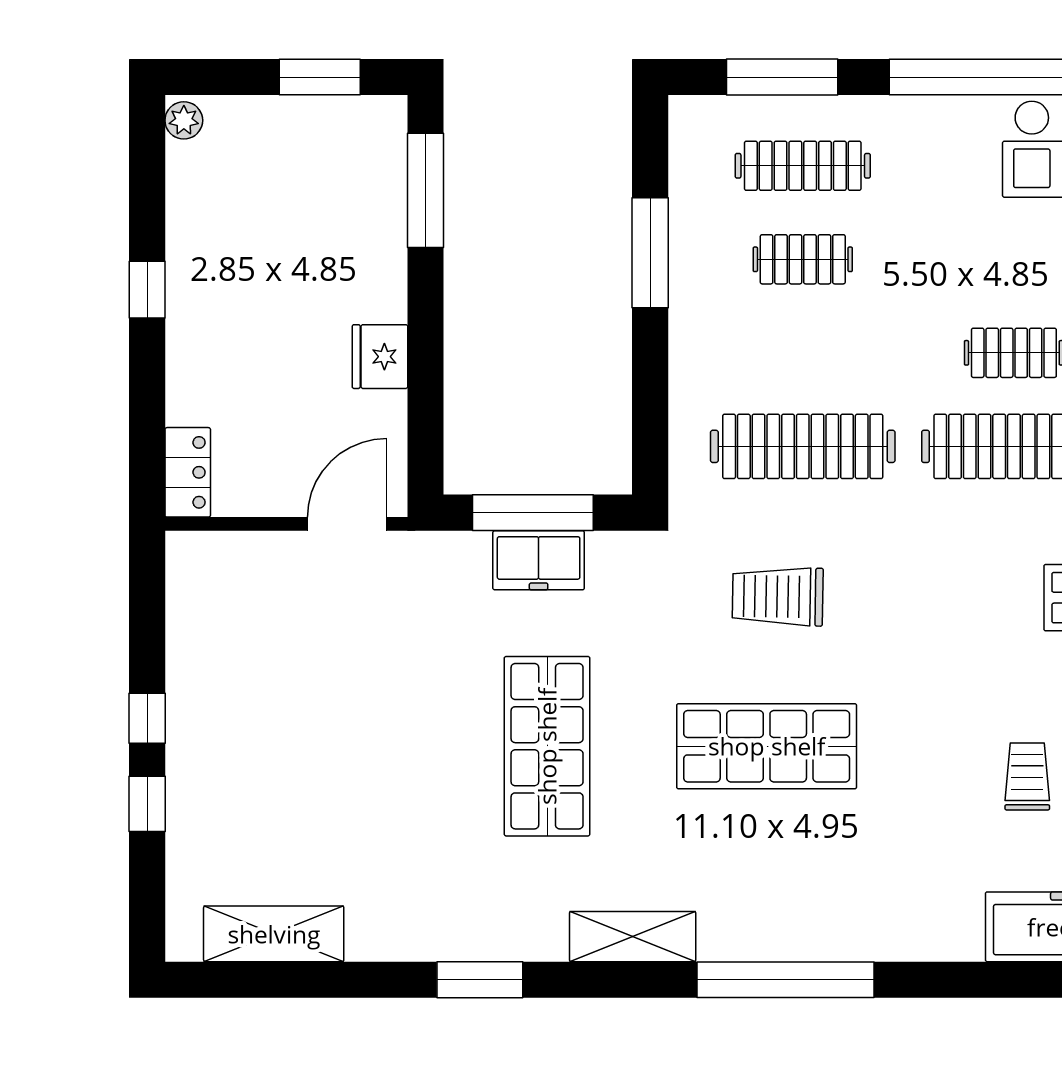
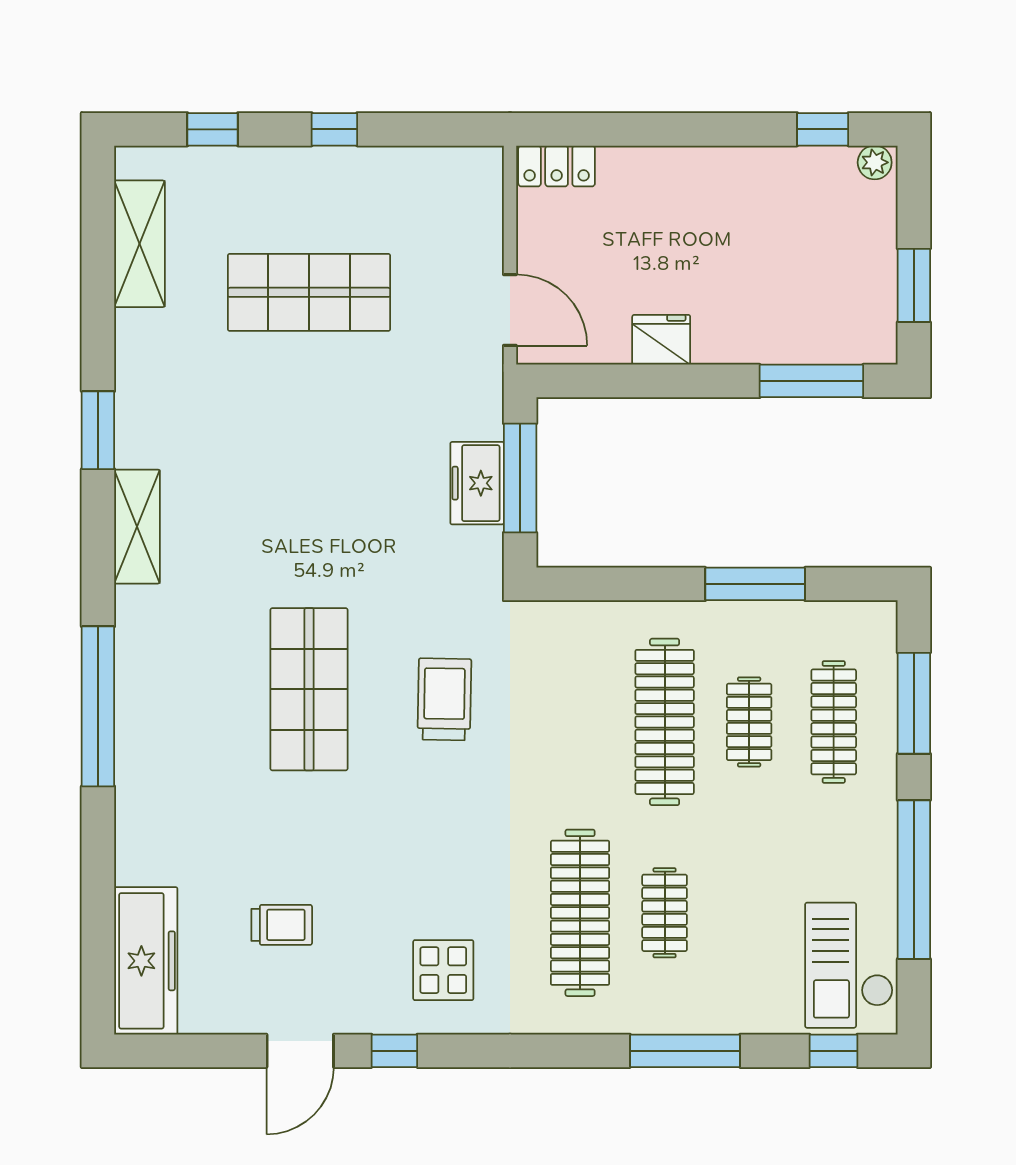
window: (147, 290) -> (823, 129), moved
clothes rail: (803, 446) -> (665, 722), moved
shop shelf: (547, 746) -> (309, 292), moved
window: (147, 804) -> (213, 129), moved
shelving: (633, 937) -> (137, 527), moved

